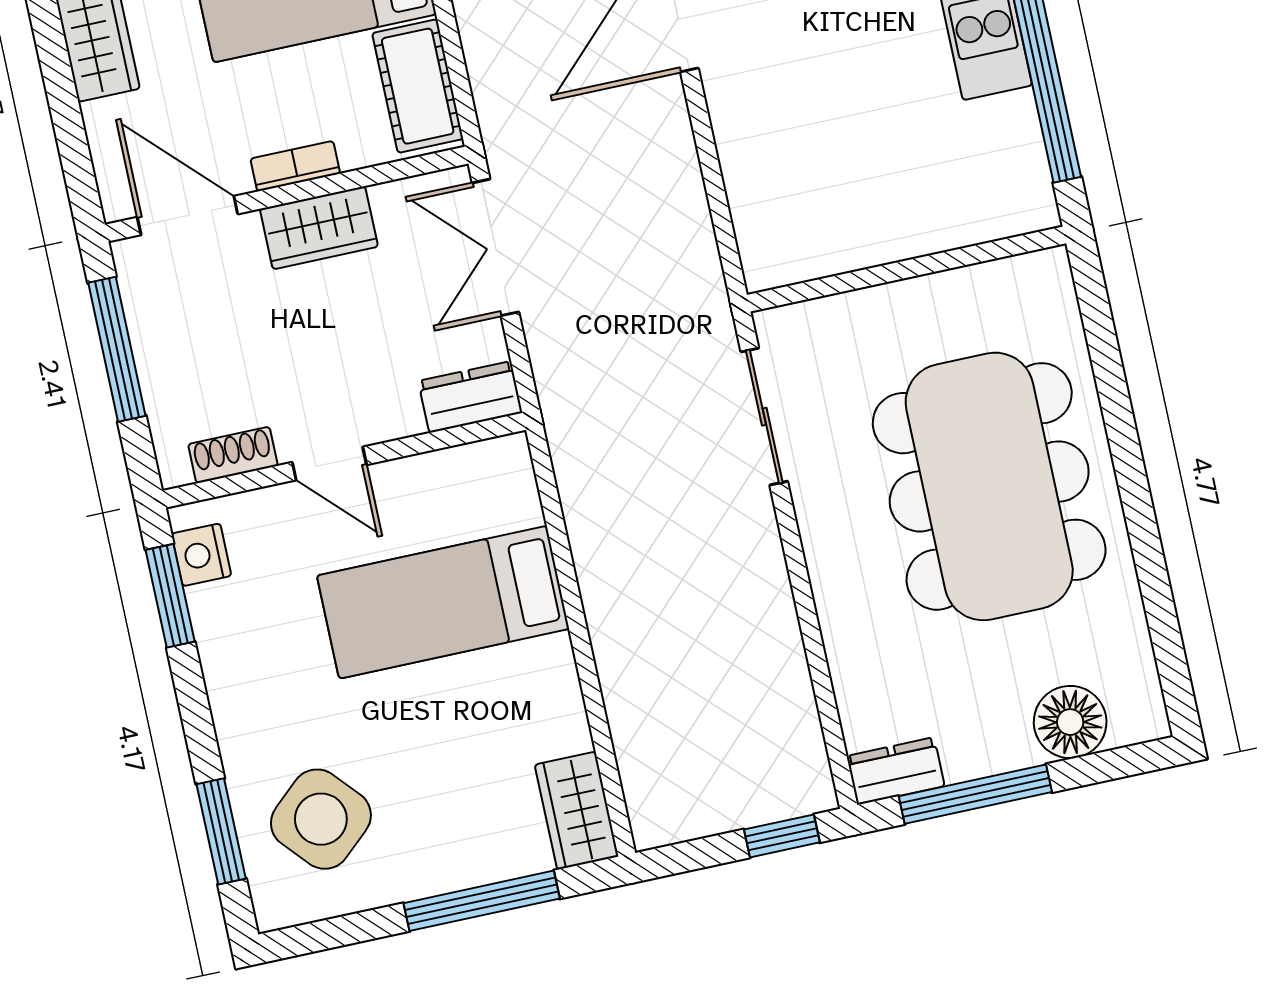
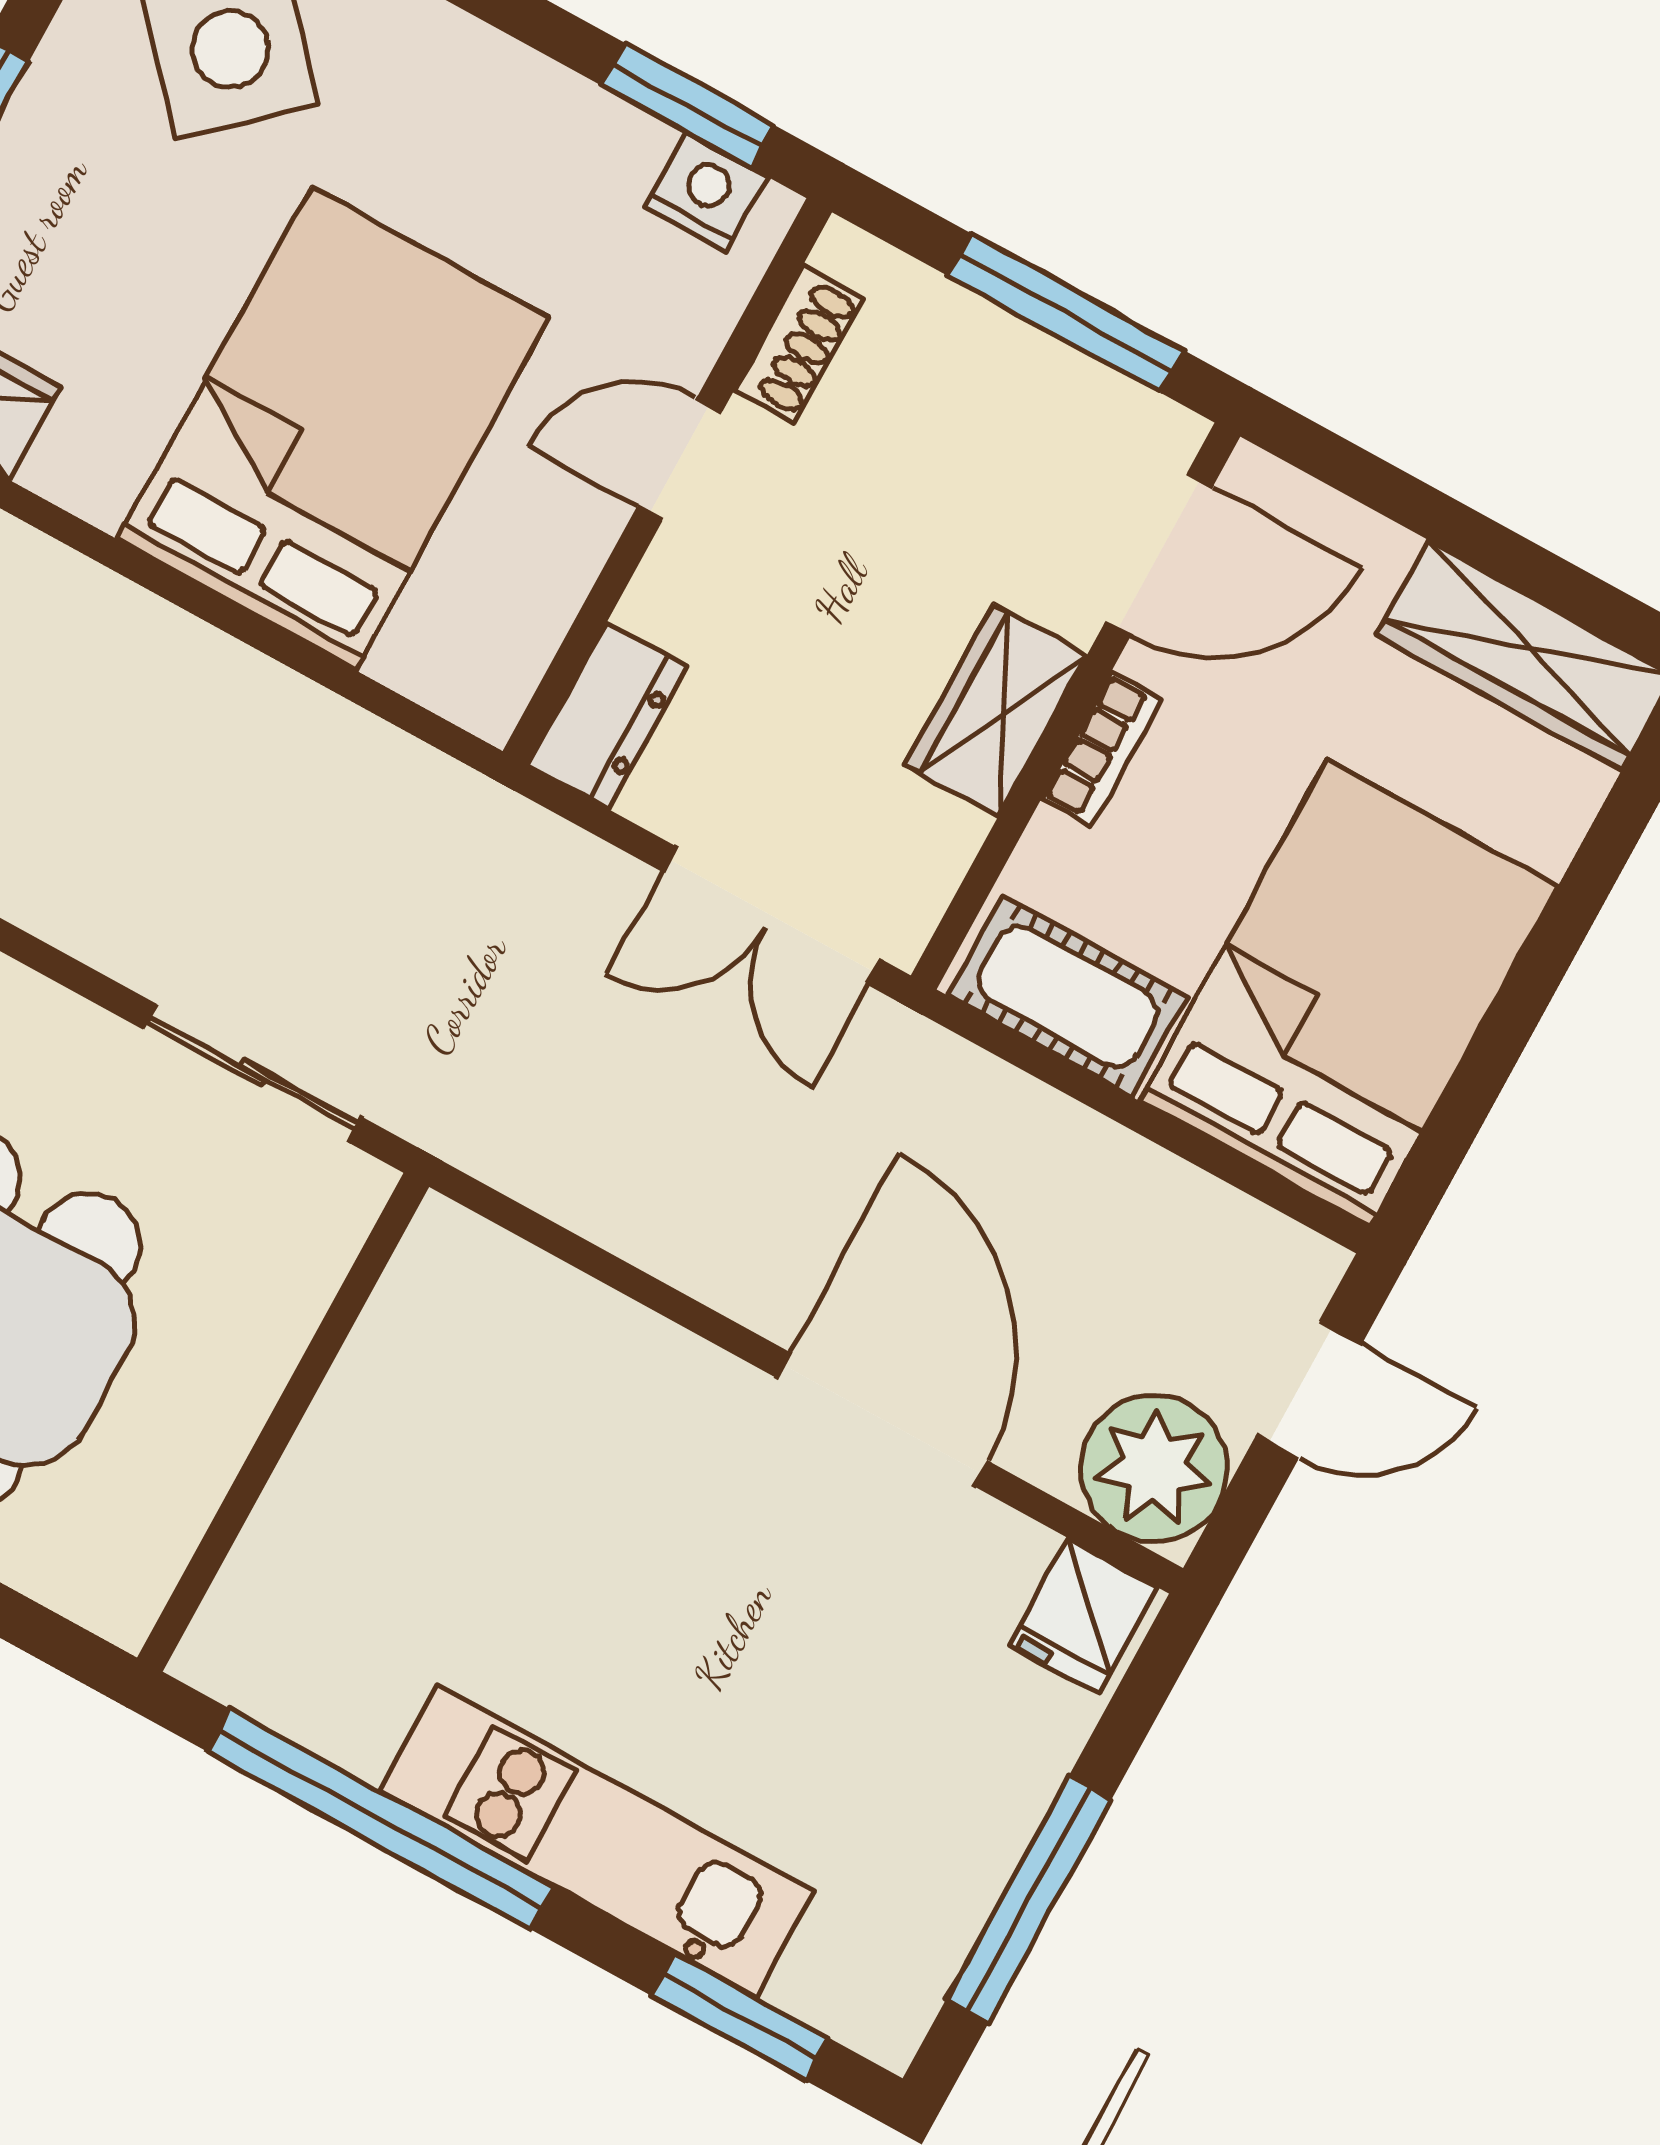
double door: (495, 247) -> (772, 916), swing flipped
bed: (443, 602) -> (333, 428), width x1.50

